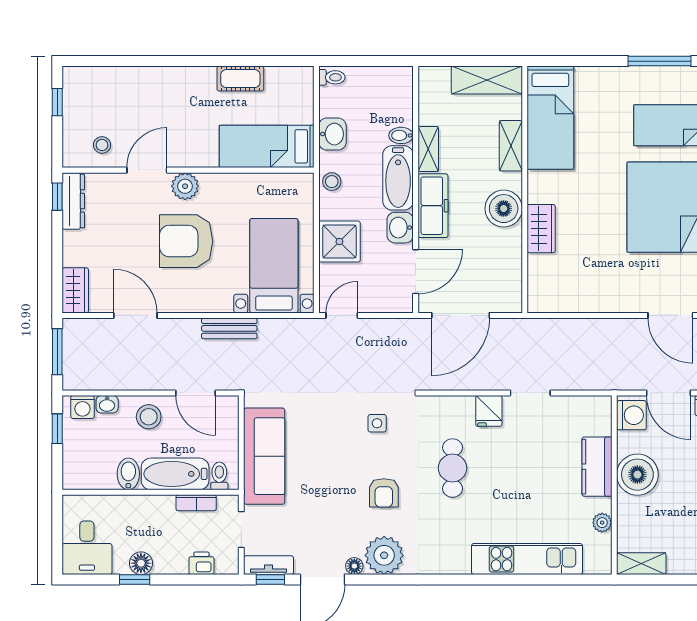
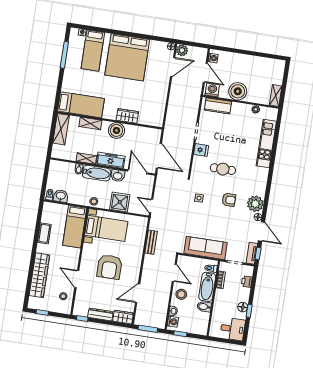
wardrobe: (142, 82) -> (39, 275), added
washbasin: (332, 134) -> (61, 196), moved
plant: (185, 186) -> (86, 264), removed
dresser: (73, 201) -> (100, 314), moved
bed with nightstands: (274, 266) -> (106, 228), moved, turned 180
bench: (229, 328) -> (151, 242), moved
door: (196, 393) -> (174, 273), hinge flipped
door: (669, 393) -> (205, 73), hinge flipped
kitchen counter: (597, 467) -> (218, 106), moved

